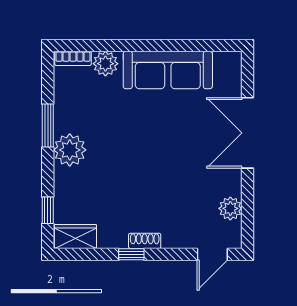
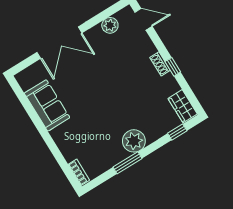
plant: (105, 64) -> (70, 151), removed
sofa: (168, 70) -> (47, 105), width x0.73

